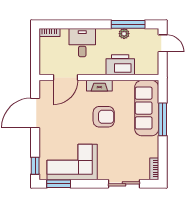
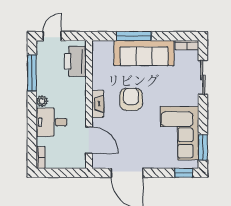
plant: (124, 34) -> (42, 101), moved
printer: (120, 65) -> (75, 61), moved
sofa: (147, 108) -> (144, 53), moved

